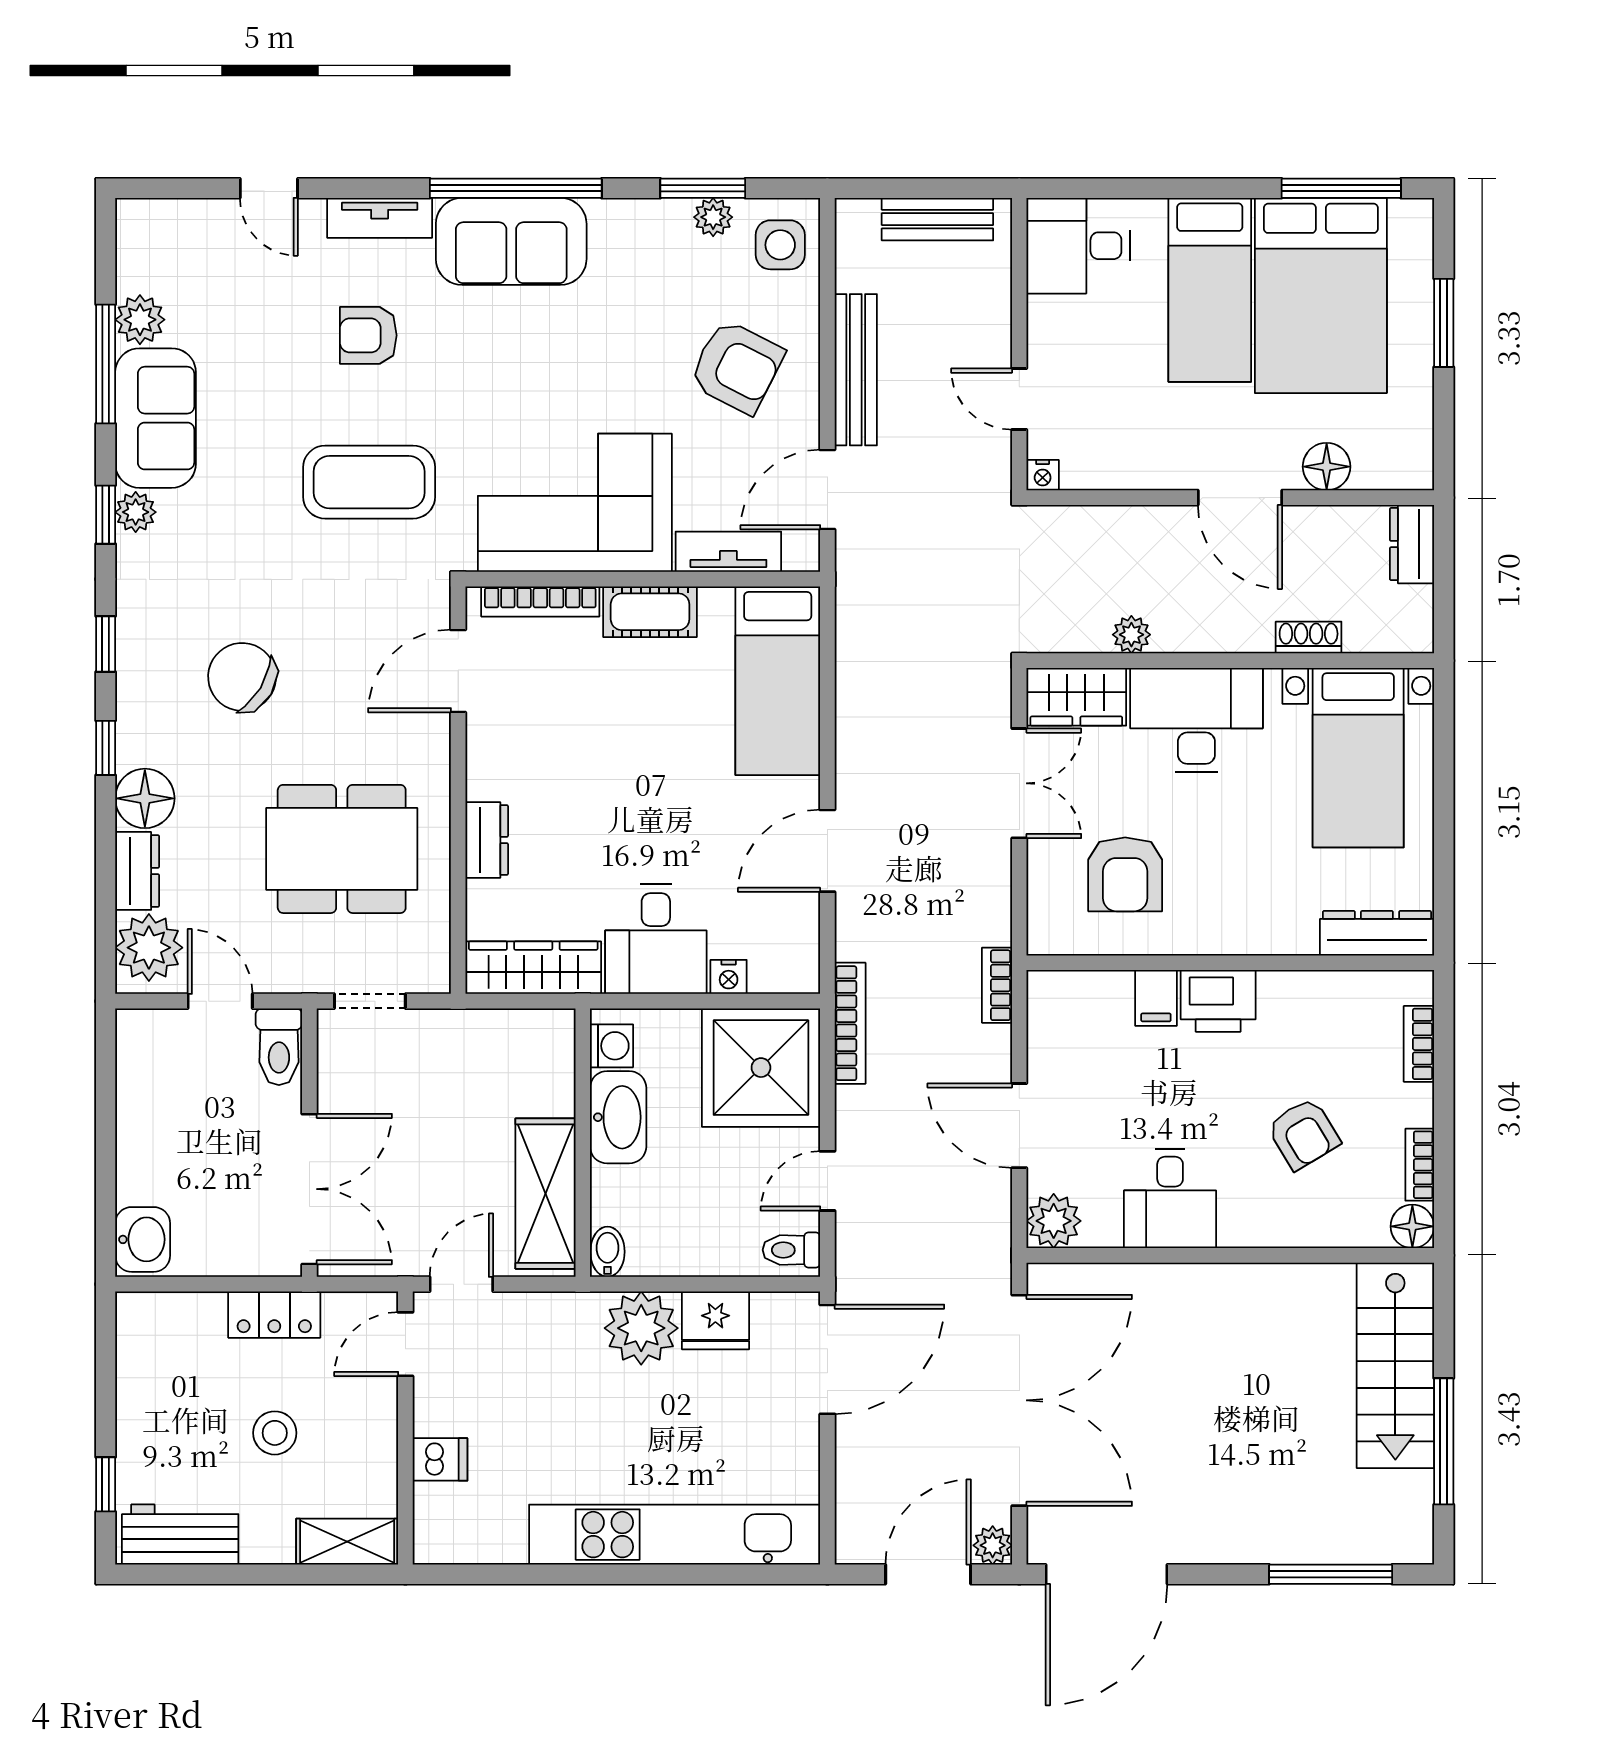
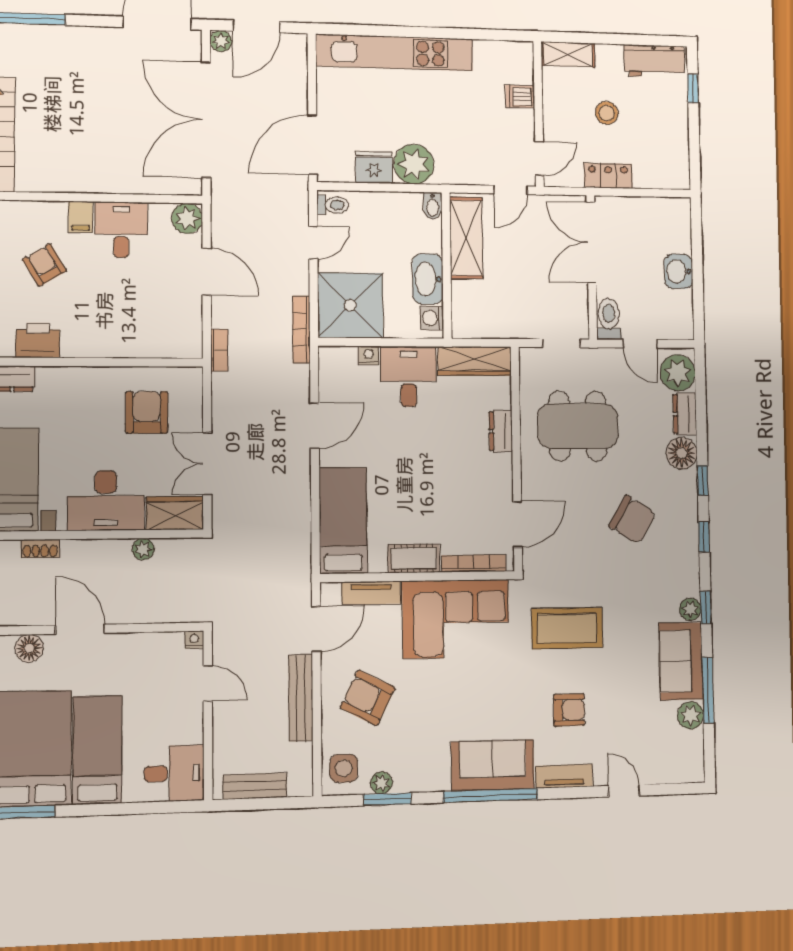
filing cabinet: (1156, 998) -> (81, 217), moved, turned 180
printer: (1218, 1001) -> (38, 340), moved
washbasin: (143, 1239) -> (678, 271), moved

